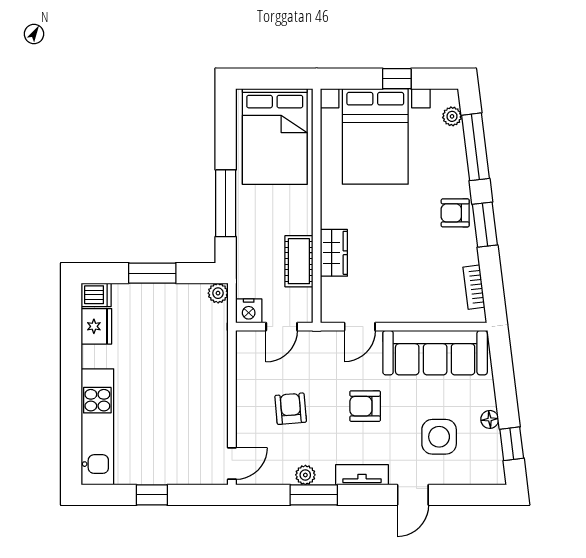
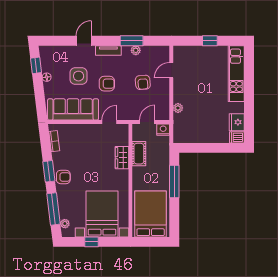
window: (152, 273) -> (210, 148), removed
plant: (218, 293) -> (178, 108), moved
side table: (439, 437) -> (79, 76), moved
door: (232, 464) -> (171, 70), moved

